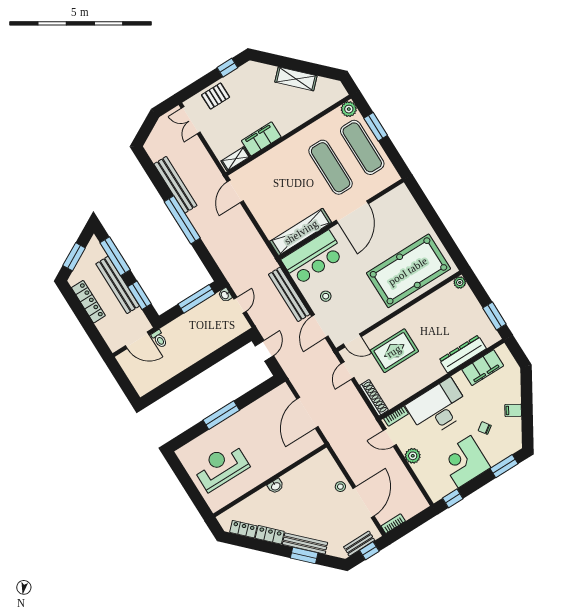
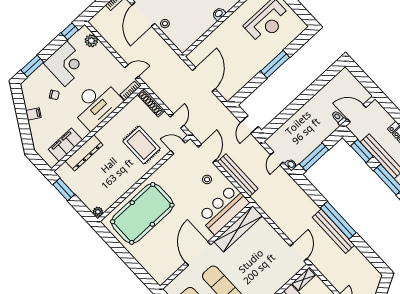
bench: (175, 185) -> (333, 231), moved
rug: (394, 351) -> (141, 145), turned 90
plant: (413, 456) -> (91, 41), moved

